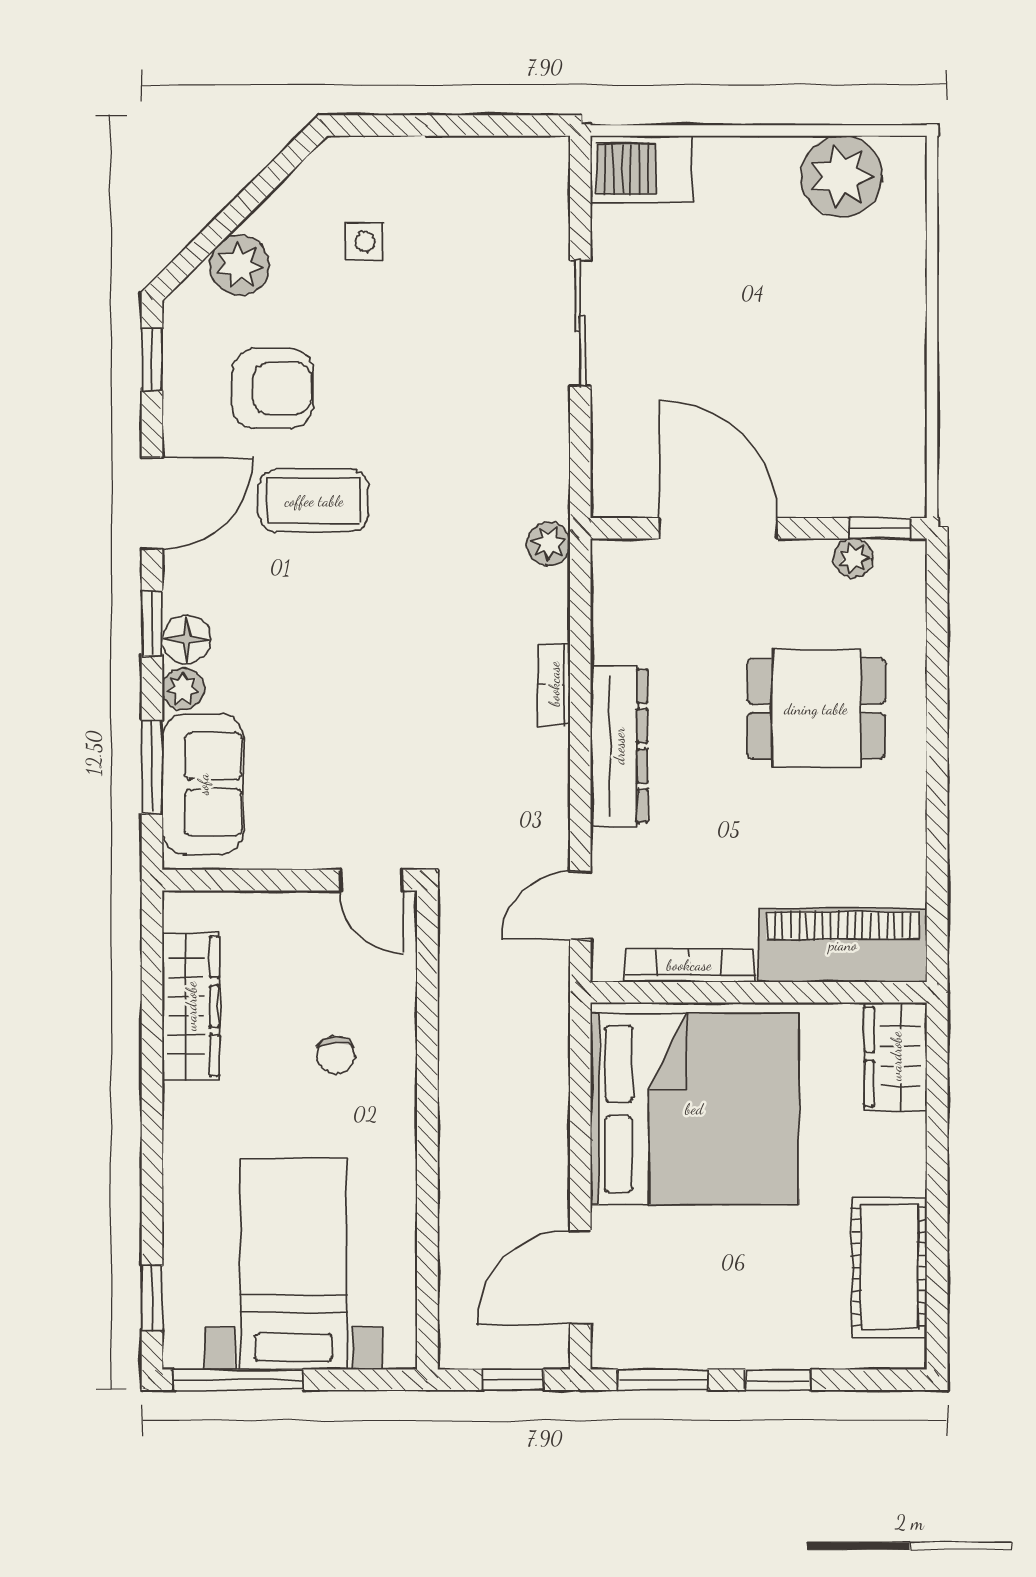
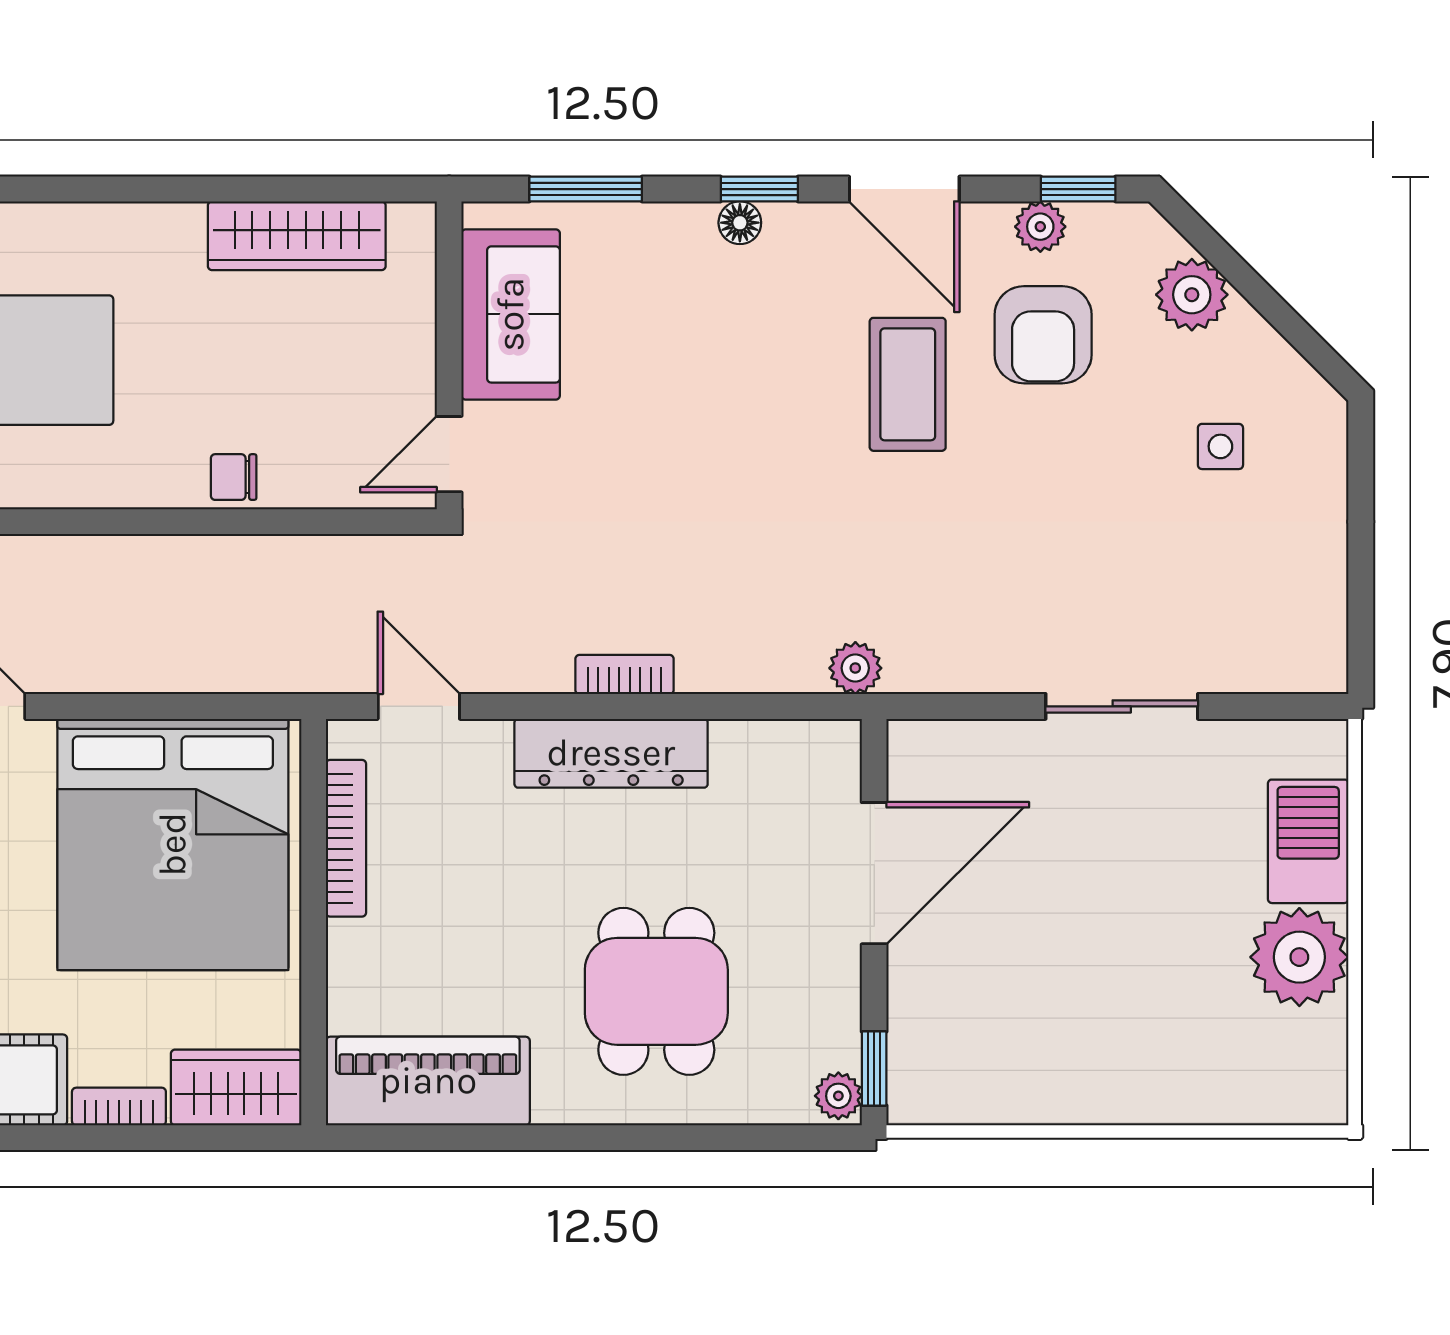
barbecue: (642, 169) -> (1308, 841), moved
plant: (841, 176) -> (1299, 957), moved
plant: (853, 558) -> (838, 1096), moved
floor lamp: (186, 639) -> (740, 223), width x0.73, depth x0.73
bookcase: (554, 684) -> (625, 674), moved
plant: (183, 689) -> (1040, 227), moved
sofa: (203, 784) -> (511, 314), moved, turned -90
piano: (843, 945) -> (428, 1081), moved, turned -90
chair: (336, 1055) -> (234, 477), moved
bookcase: (911, 1153) -> (119, 1107), added

